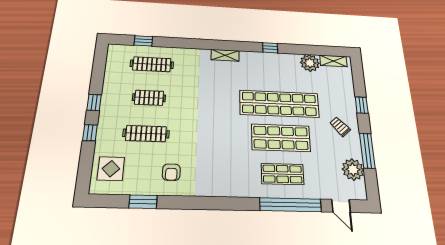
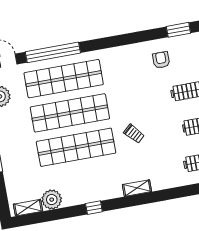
trolley: (340, 127) -> (134, 134), moved
shop shelf: (281, 138) -> (70, 113), width x1.40
shop shelf: (282, 174) -> (64, 79), width x2.00, depth x1.36

